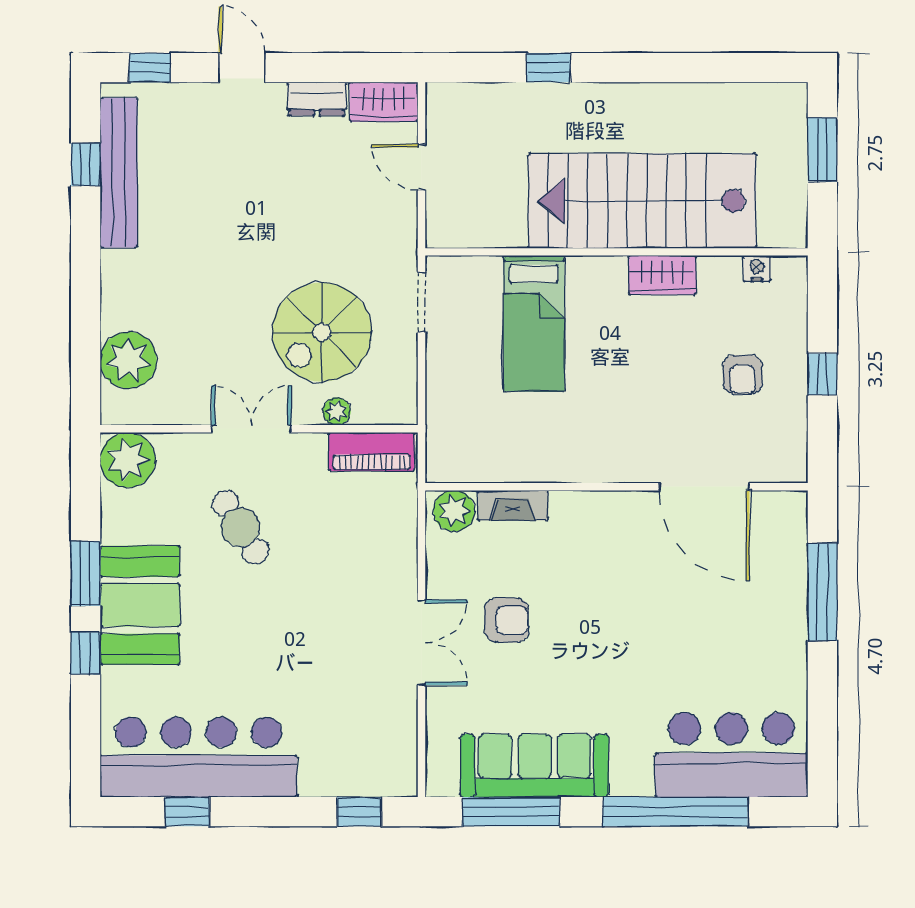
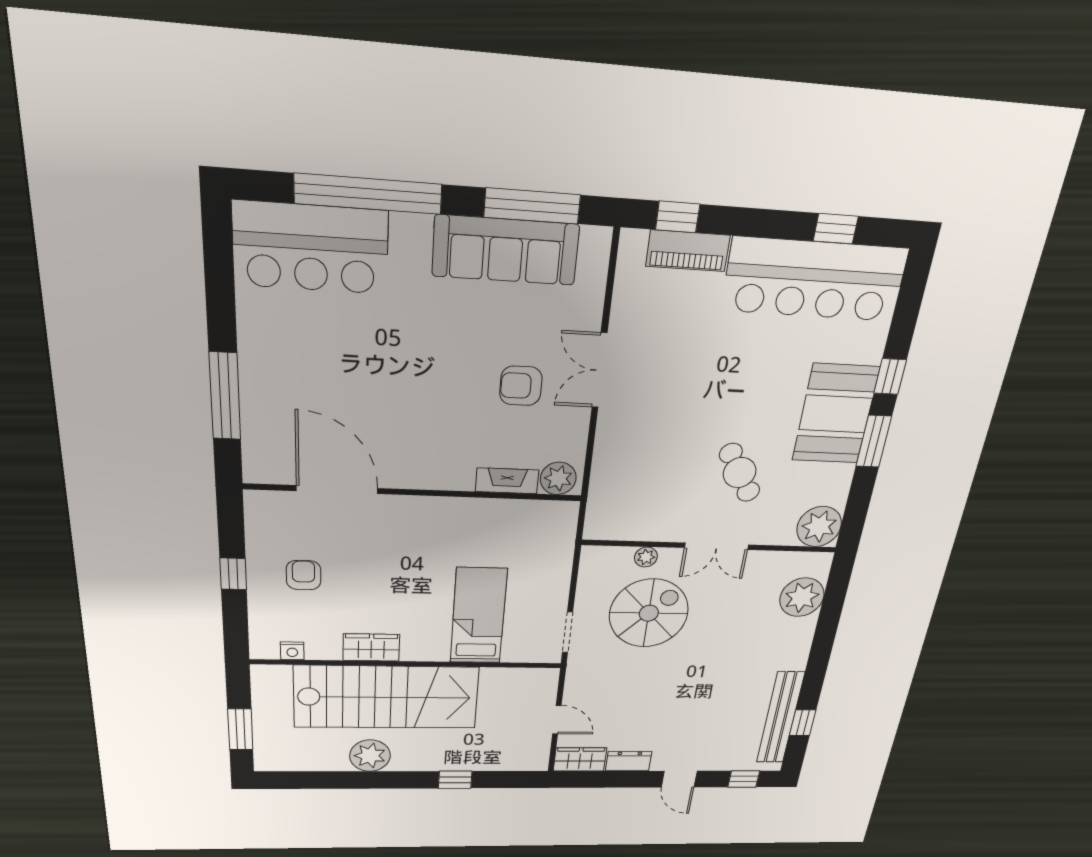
plant: (661, 108) -> (370, 756), added
piano: (372, 452) -> (688, 251), moved, turned 180

